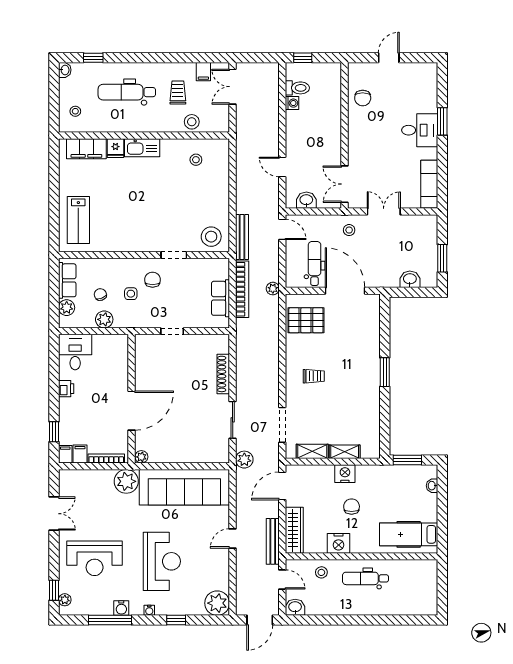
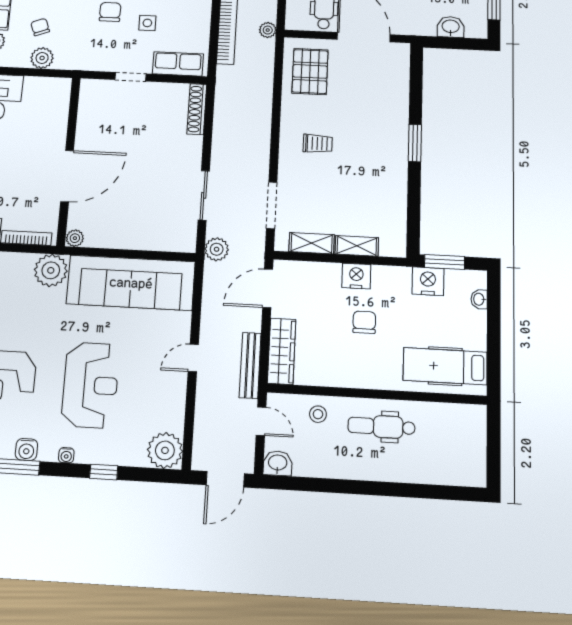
side table: (131, 294) -> (147, 23), moved
row of seats: (221, 298) -> (178, 64), moved, turned 90
pallet: (306, 320) -> (310, 71), turned 90
shoe rack: (223, 374) -> (197, 109), moved
nightstand: (339, 543) -> (428, 281), moved, turned 180

